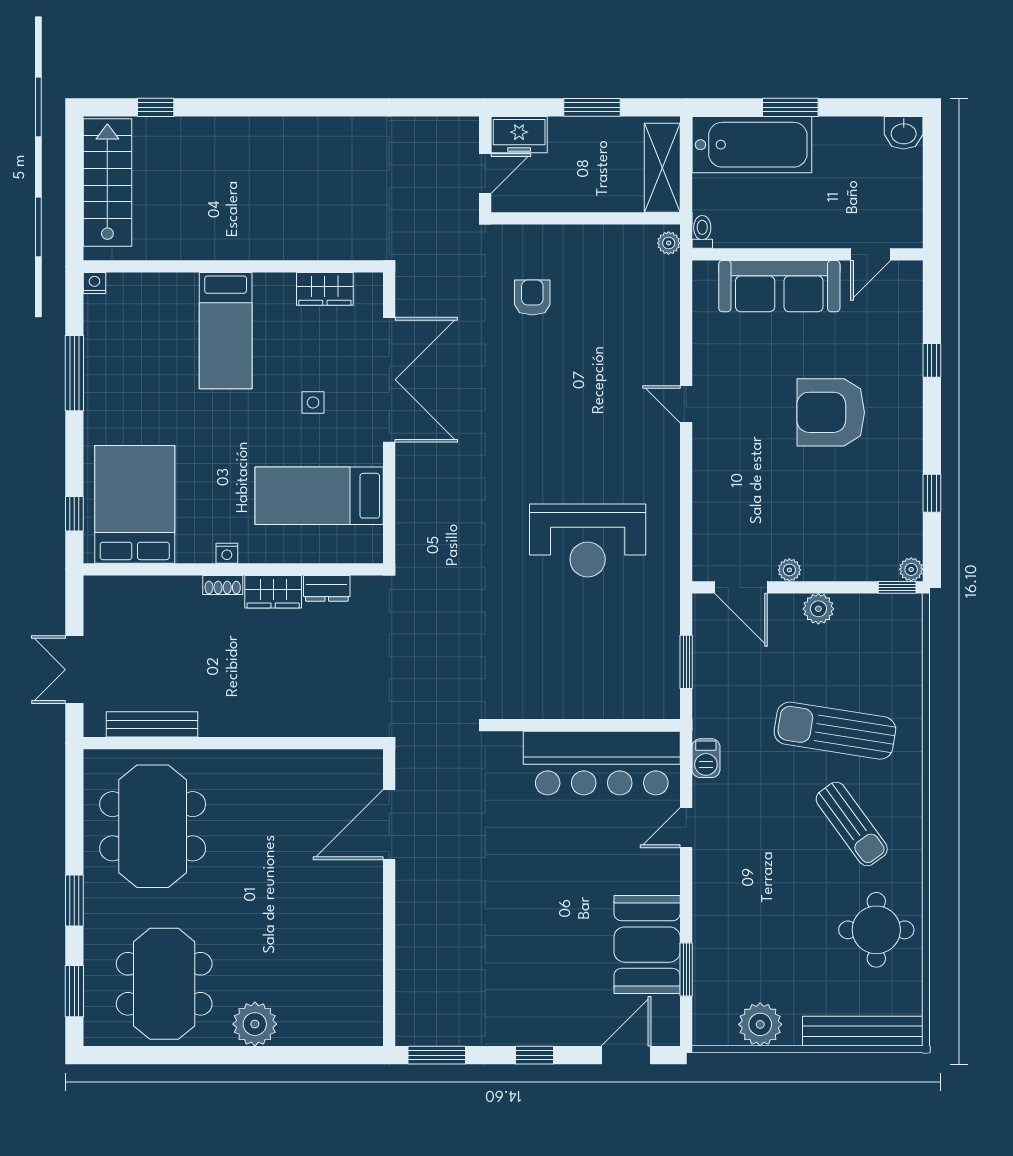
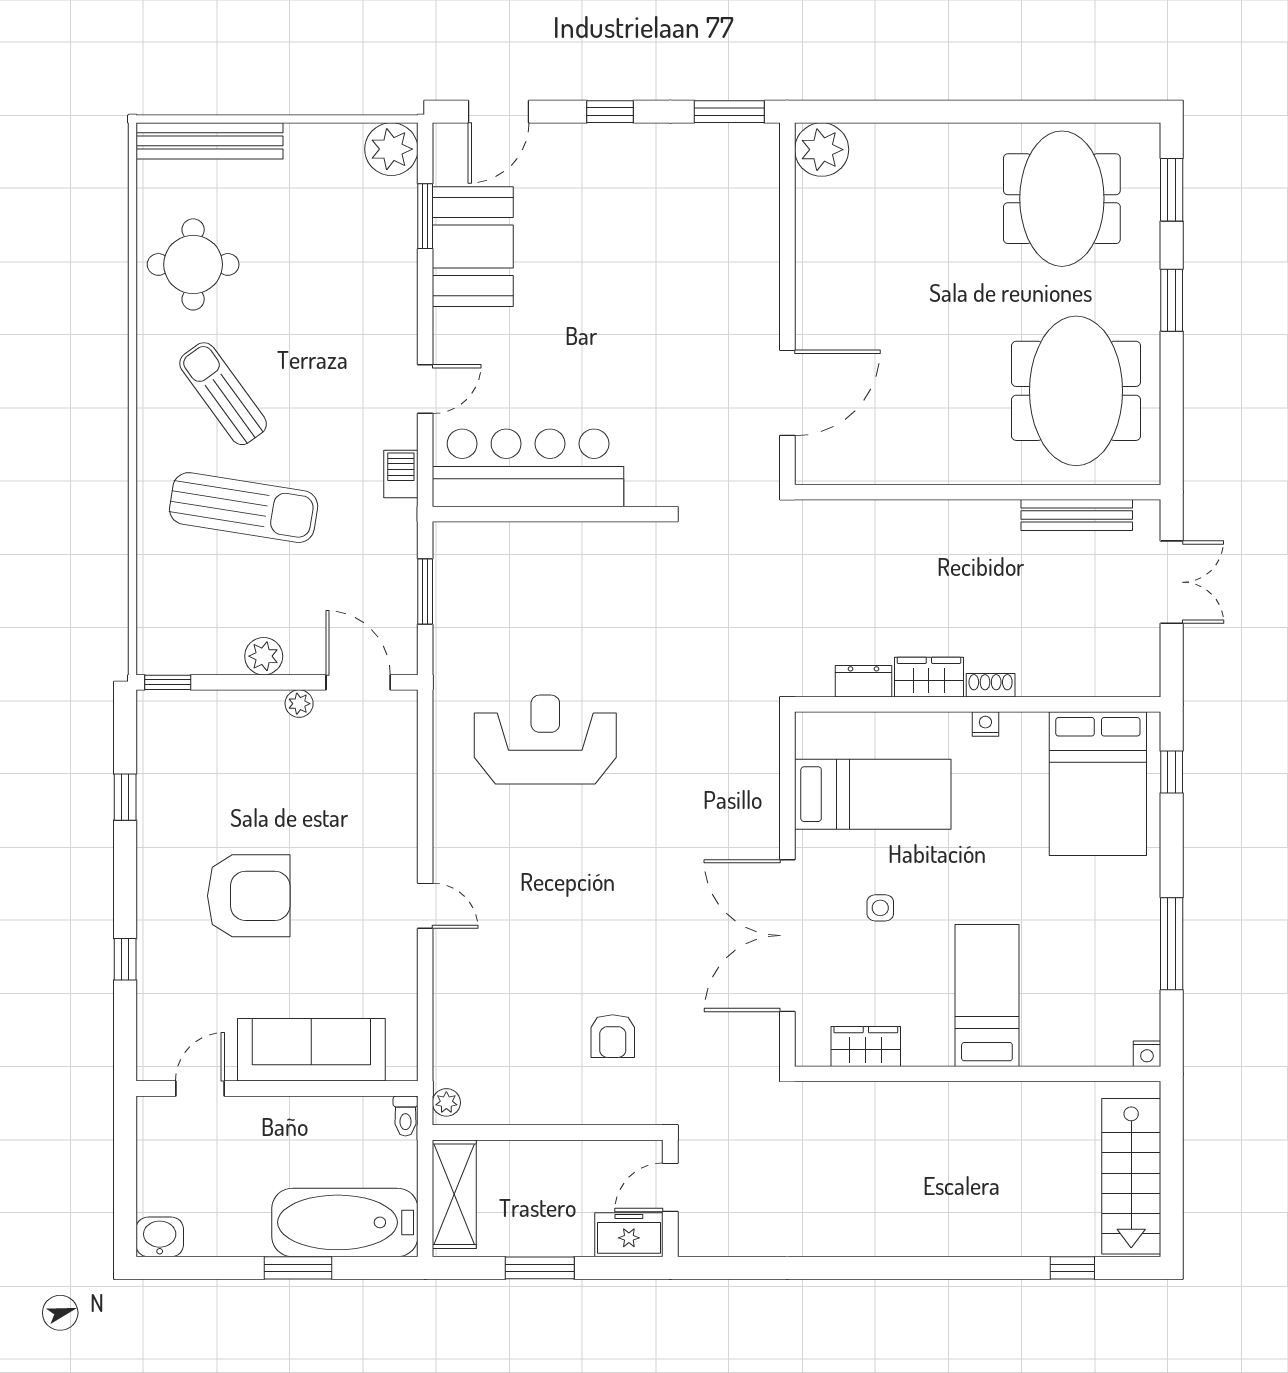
plant: (911, 569) -> (151, 704), removed
plant: (255, 1024) -> (822, 150), moved
plant: (760, 1024) -> (391, 149), moved

